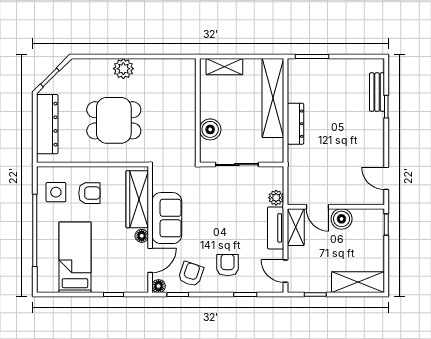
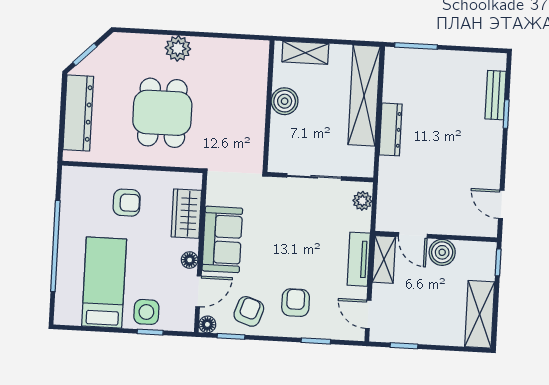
dining table: (114, 120) -> (162, 113), turned 90
boiler: (210, 129) -> (285, 101), moved
side table: (56, 192) -> (146, 312), moved
plant: (276, 198) -> (362, 201), moved
wardrobe: (137, 199) -> (186, 214), width x0.67
shelving: (358, 282) -> (480, 314), moved, turned 90

